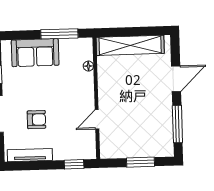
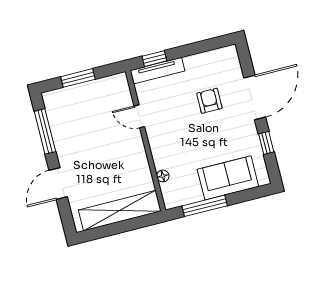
door: (97, 119) -> (139, 116), swing flipped
armchair: (36, 120) -> (209, 101), turned 90
tv unit: (30, 155) -> (157, 71), moved

